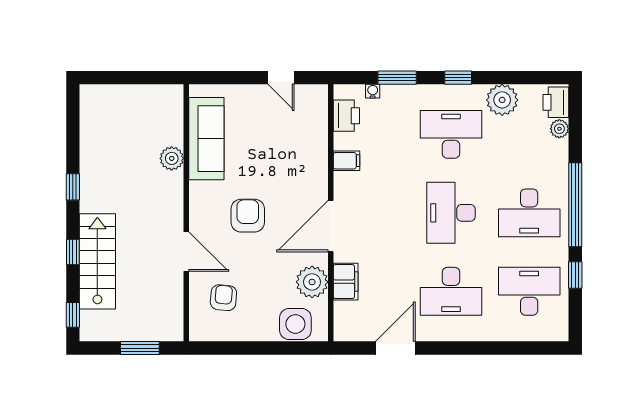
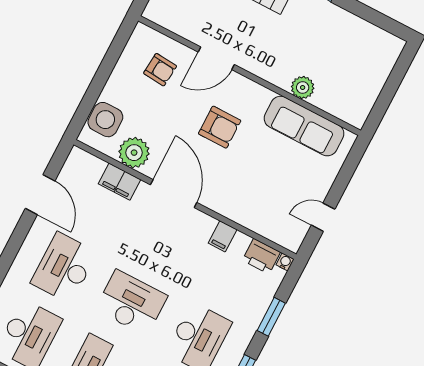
water cooler: (373, 91) -> (285, 262), moved, turned -90

